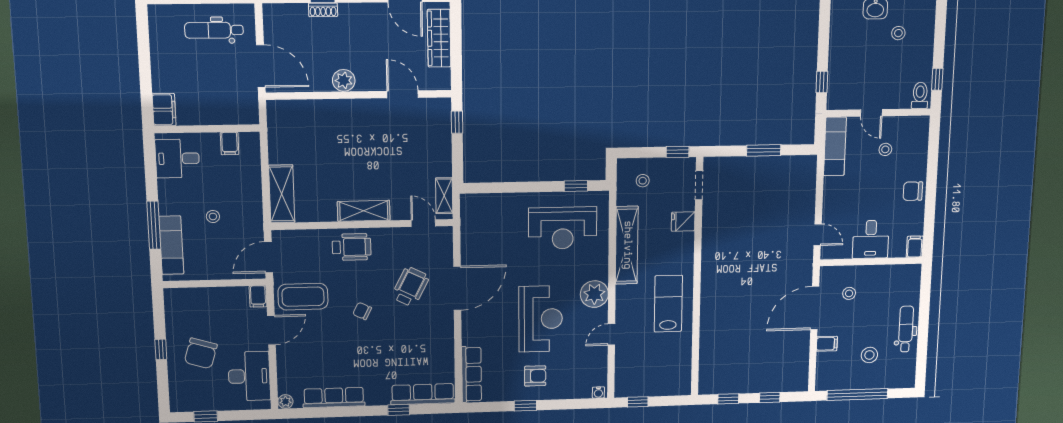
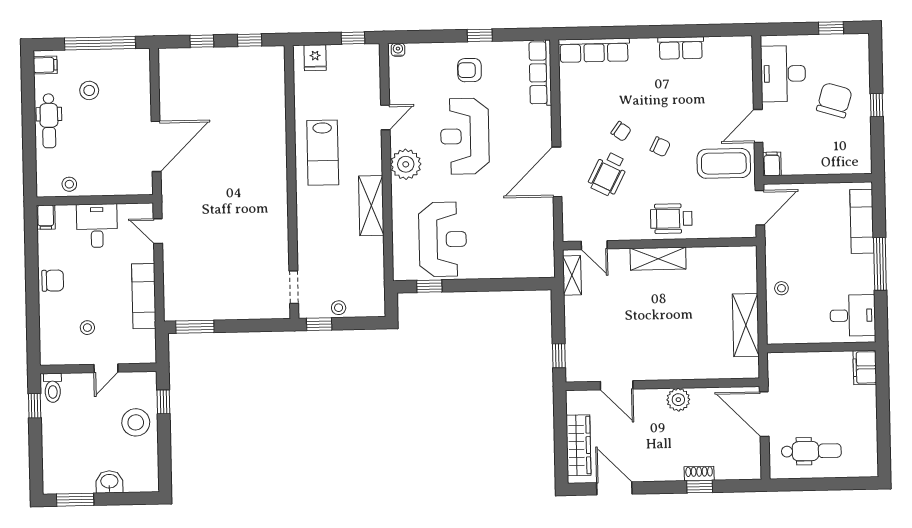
stool: (898, 33) -> (136, 422), moved, width x1.89, depth x1.89
door: (871, 113) -> (106, 368), swing flipped
filing cabinet: (230, 143) -> (798, 332), removed
exam couch: (835, 146) -> (144, 296), moved
window: (764, 150) -> (195, 327), moved
stool: (643, 181) -> (339, 308), moved
shelving: (282, 194) -> (746, 325), moved
stool: (213, 216) -> (781, 288), moved
fridge: (683, 221) -> (315, 58), moved, turned 90
window: (154, 225) -> (880, 264), moved
reception desk: (563, 228) -> (443, 239), turned 90
shelving: (627, 245) -> (371, 206), width x0.68
stool: (849, 293) -> (69, 184), moved
chair: (398, 324) -> (621, 131), added
filing cabinet: (827, 344) -> (45, 65), moved, turned 180
row of seats: (334, 398) -> (681, 48), width x0.68
plant: (285, 402) -> (744, 44), removed
window: (399, 410) -> (621, 32), removed

